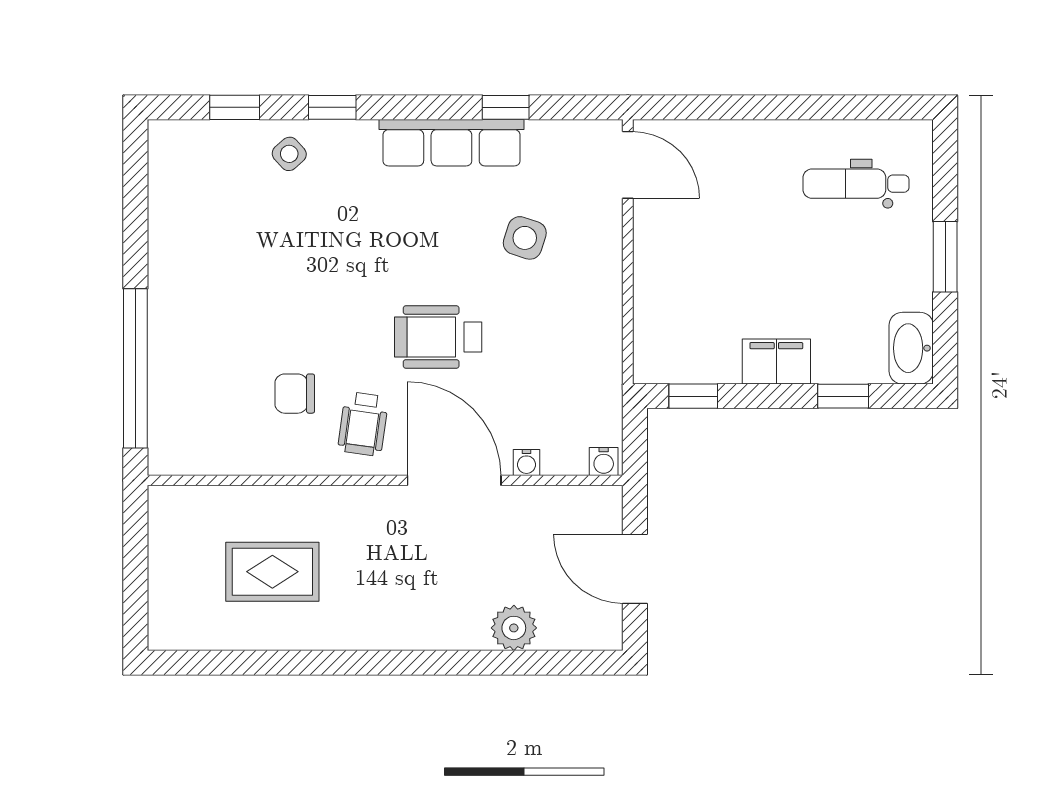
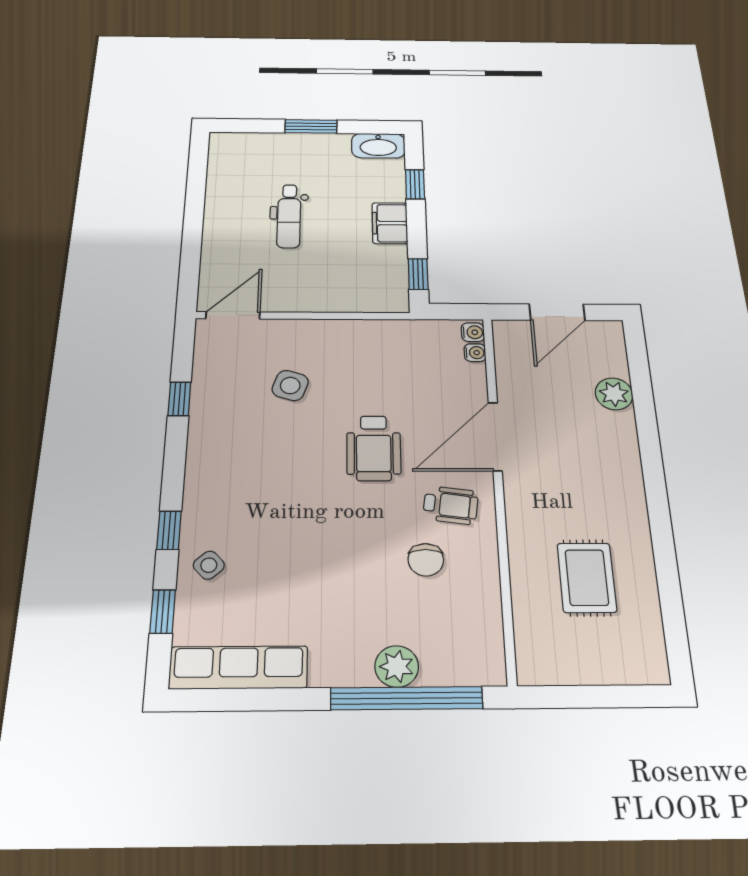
row of seats: (451, 143) -> (239, 667), moved, turned -90
dental chair: (856, 184) -> (289, 216), moved
plant: (170, 359) -> (397, 666), added
water cooler: (526, 463) -> (475, 353), moved

